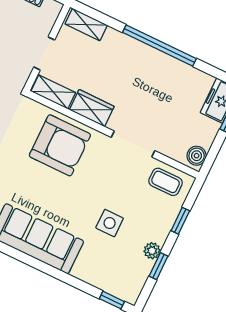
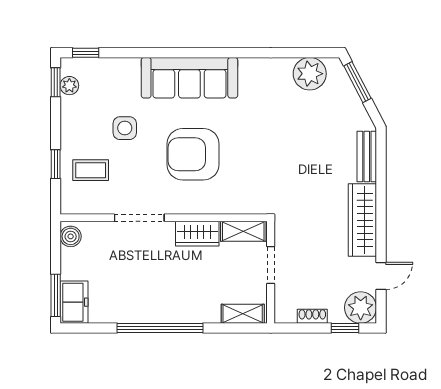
armchair: (60, 145) -> (193, 154), moved
coffee table: (166, 182) -> (91, 170), moved
plant: (152, 251) -> (69, 86), moved
window: (158, 266) -> (56, 82), moved

